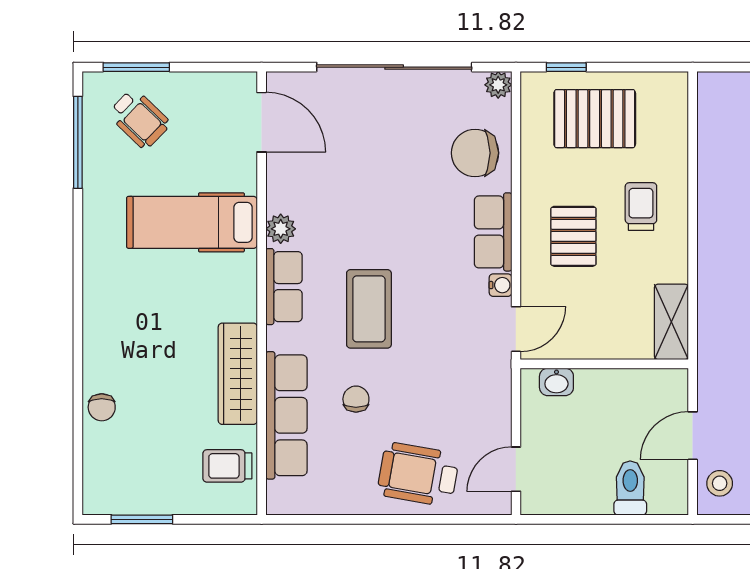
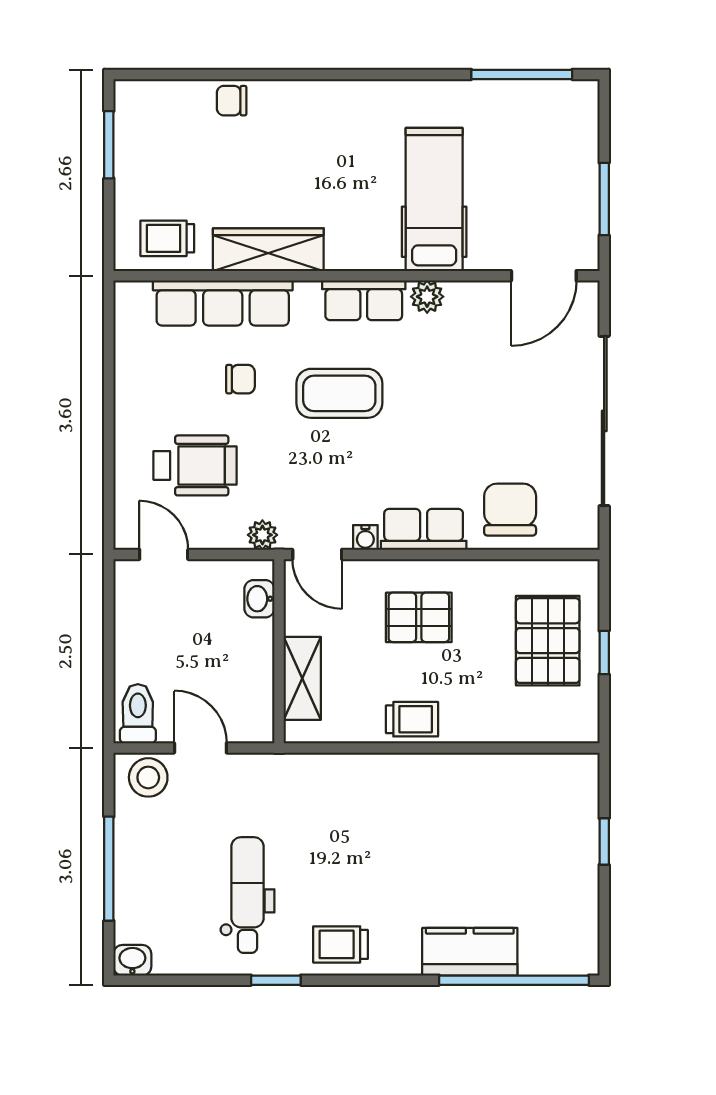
window: (136, 67) -> (604, 199), moved
window: (566, 67) -> (604, 653), moved
plant: (498, 85) -> (262, 535), moved
wheelchair: (139, 119) -> (548, 142), removed
trolley: (641, 206) -> (412, 719), moved
shelving: (671, 322) -> (302, 678), moved, turned 90
trolley: (227, 466) -> (167, 238), turned -90
wheelchair: (418, 474) -> (195, 465), moved, turned 80
stool: (720, 483) -> (148, 777), width x1.37, depth x1.37
toilet: (630, 488) -> (138, 714), moved, turned -90

